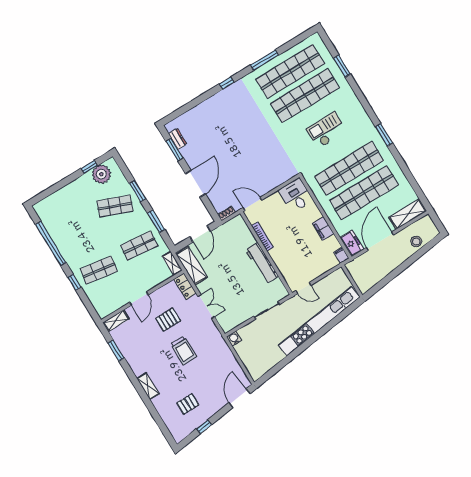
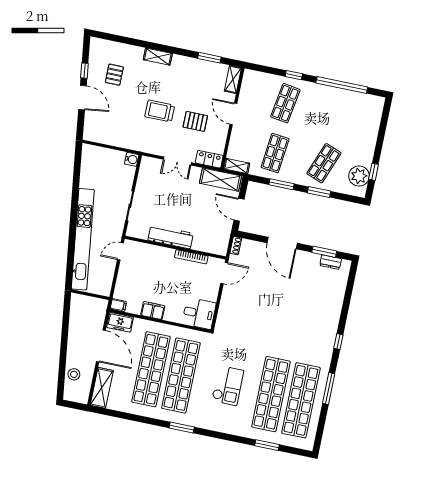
pallet: (168, 320) -> (195, 121), turned 90
door: (240, 398) -> (82, 98), moved

